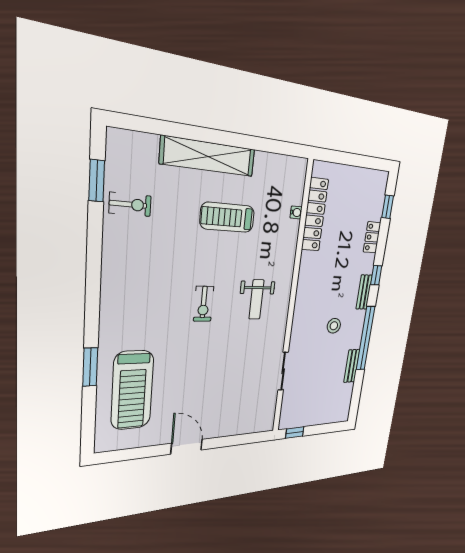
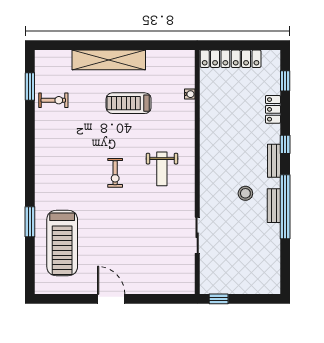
locker: (315, 215) -> (231, 59), moved, turned 90
bench: (352, 366) -> (274, 206), moved

